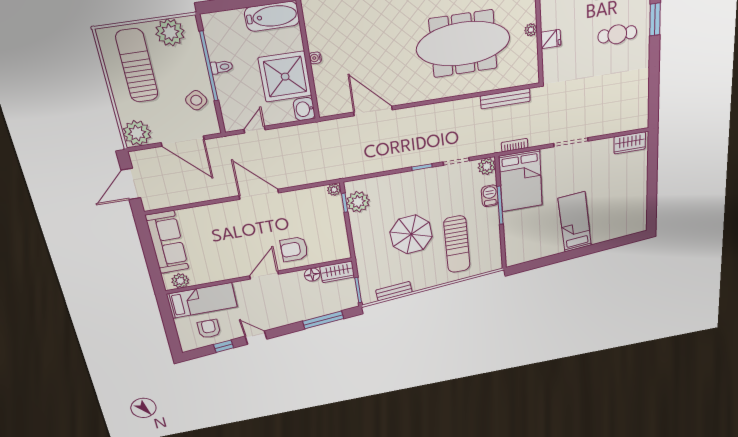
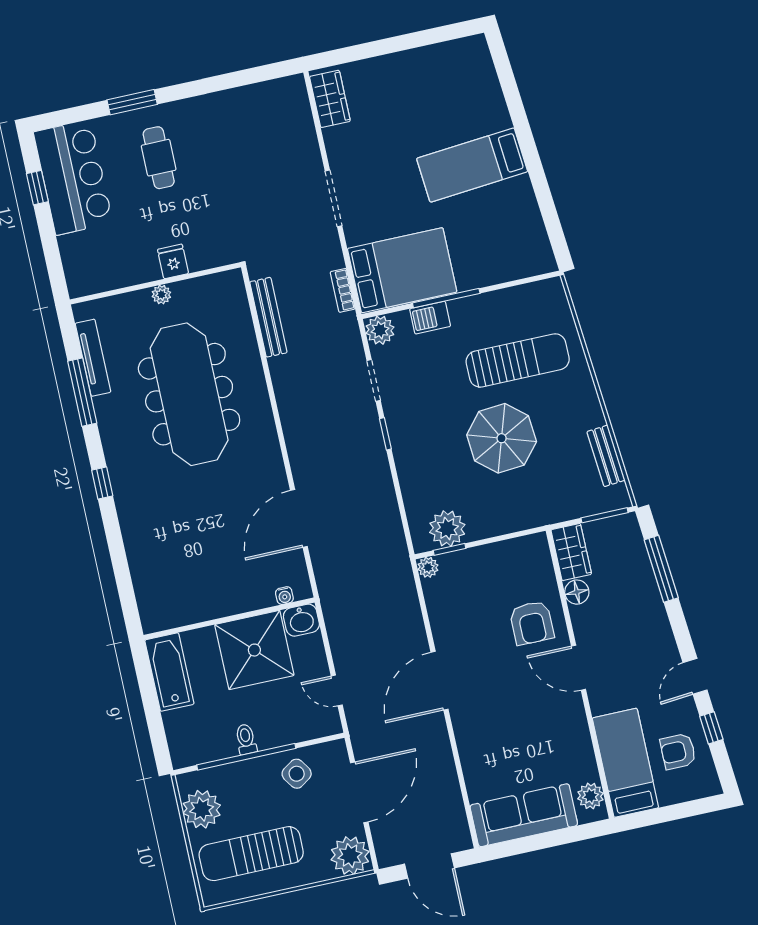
water cooler: (315, 58) -> (284, 596), moved

